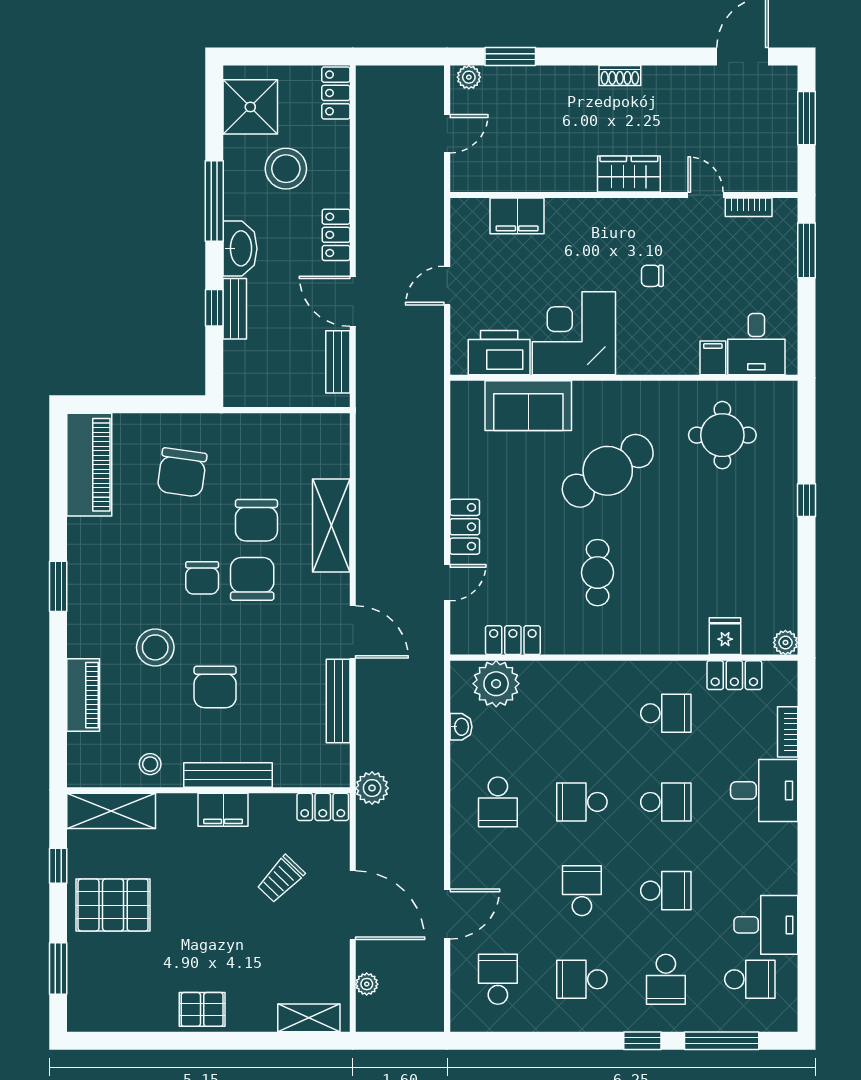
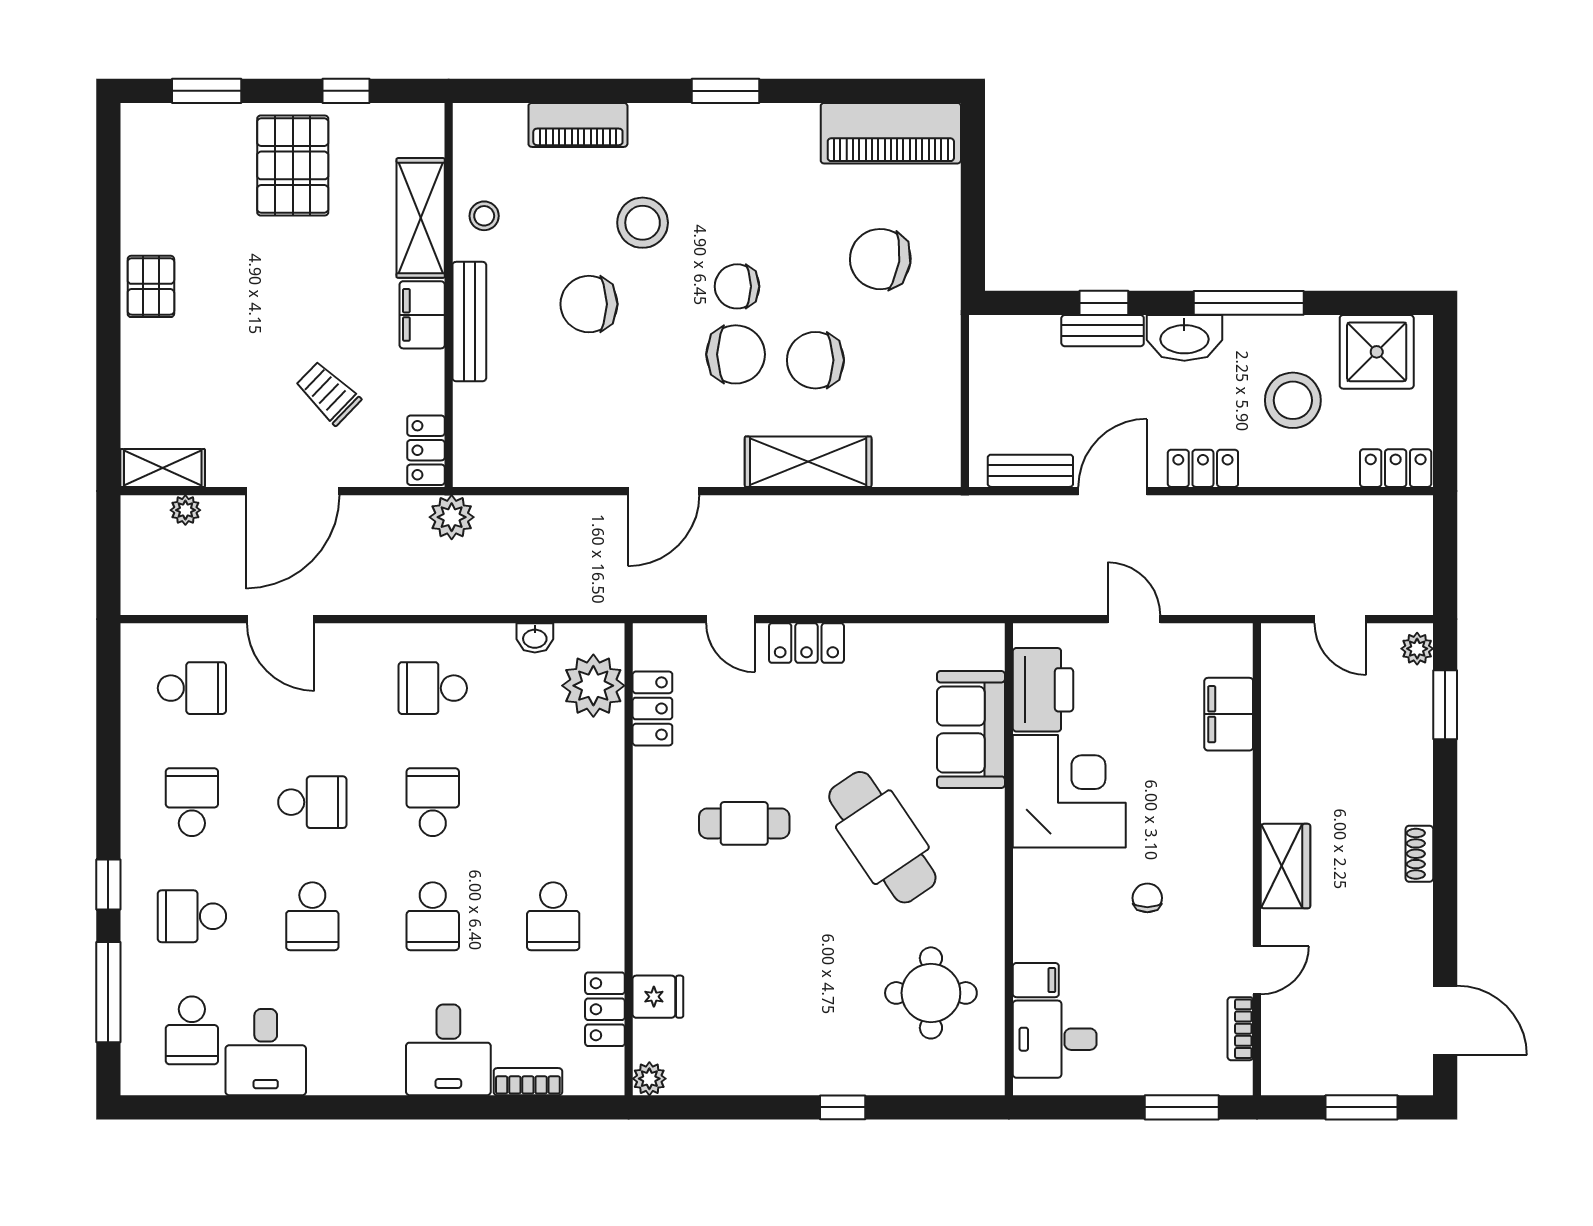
bench: (338, 701) -> (570, 471), removed
shelving: (111, 811) -> (421, 218), moved
shelving: (309, 1018) -> (163, 468), moved, turned 90

